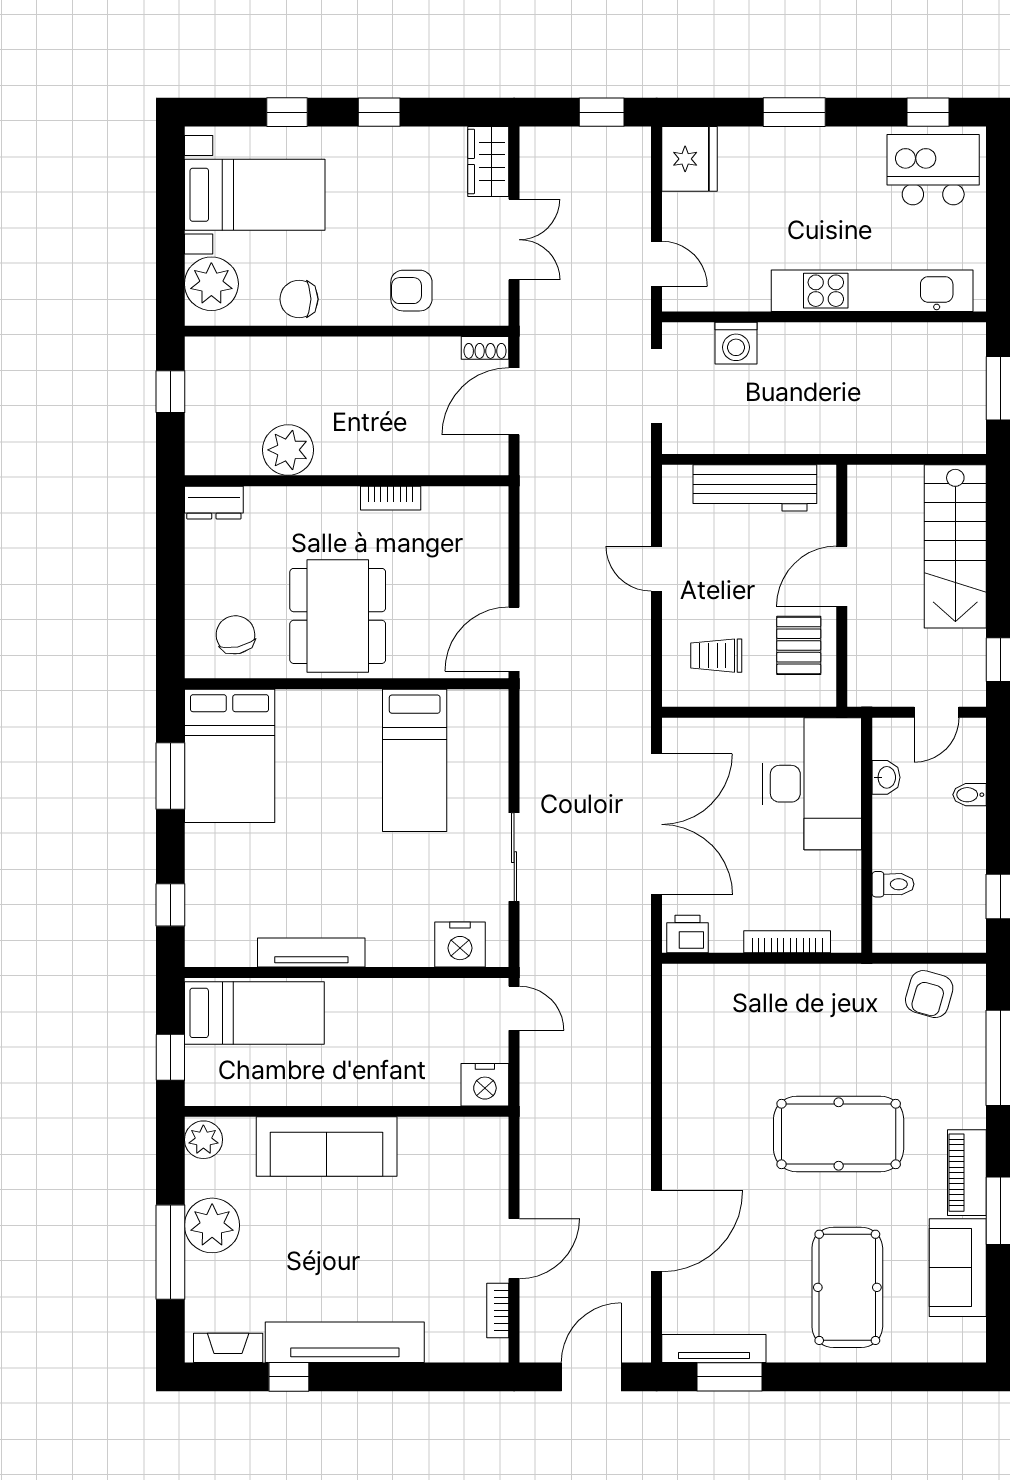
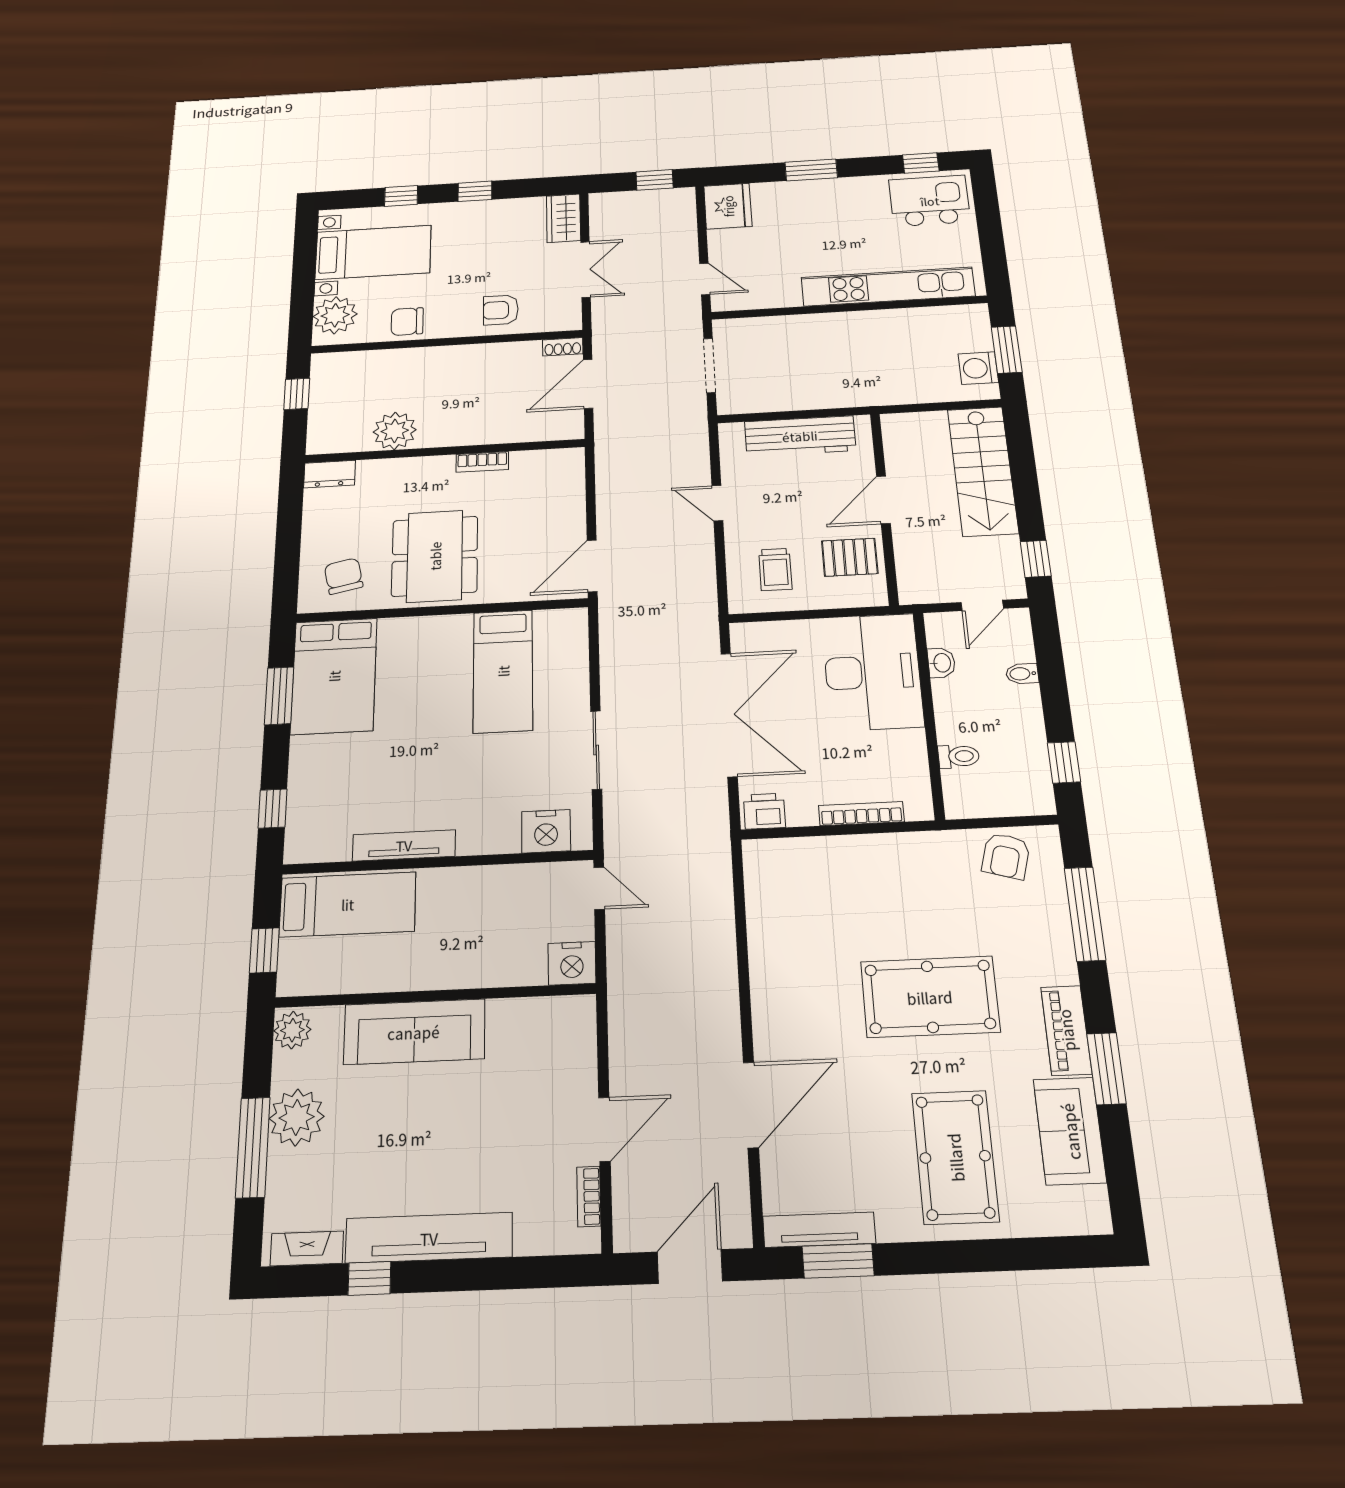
washing machine: (736, 343) -> (978, 368), moved, turned 90
pallet: (799, 645) -> (850, 557), turned 90
trolley: (716, 656) -> (775, 569), turned -90

